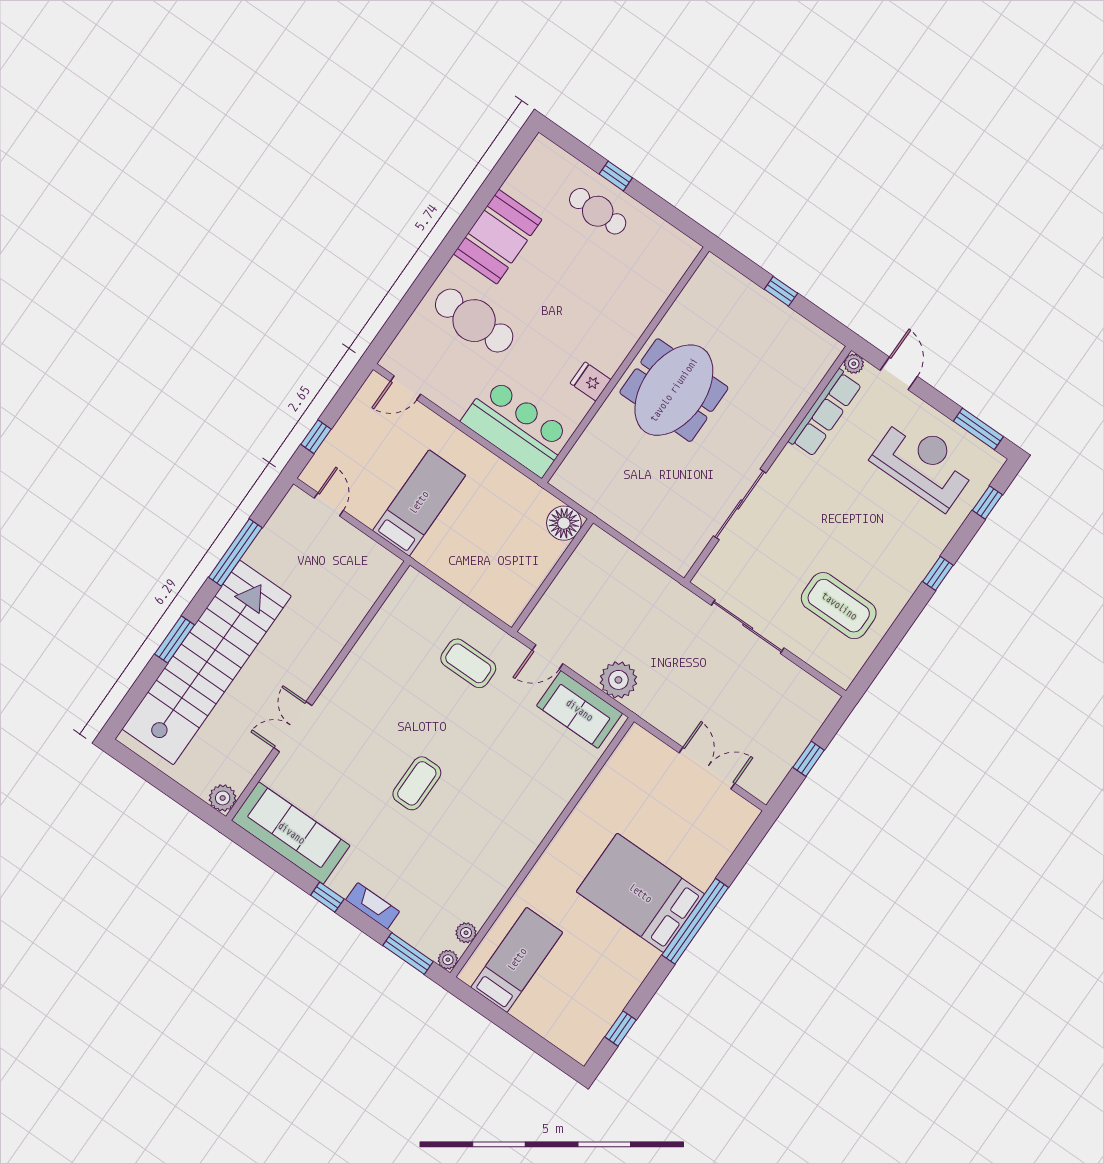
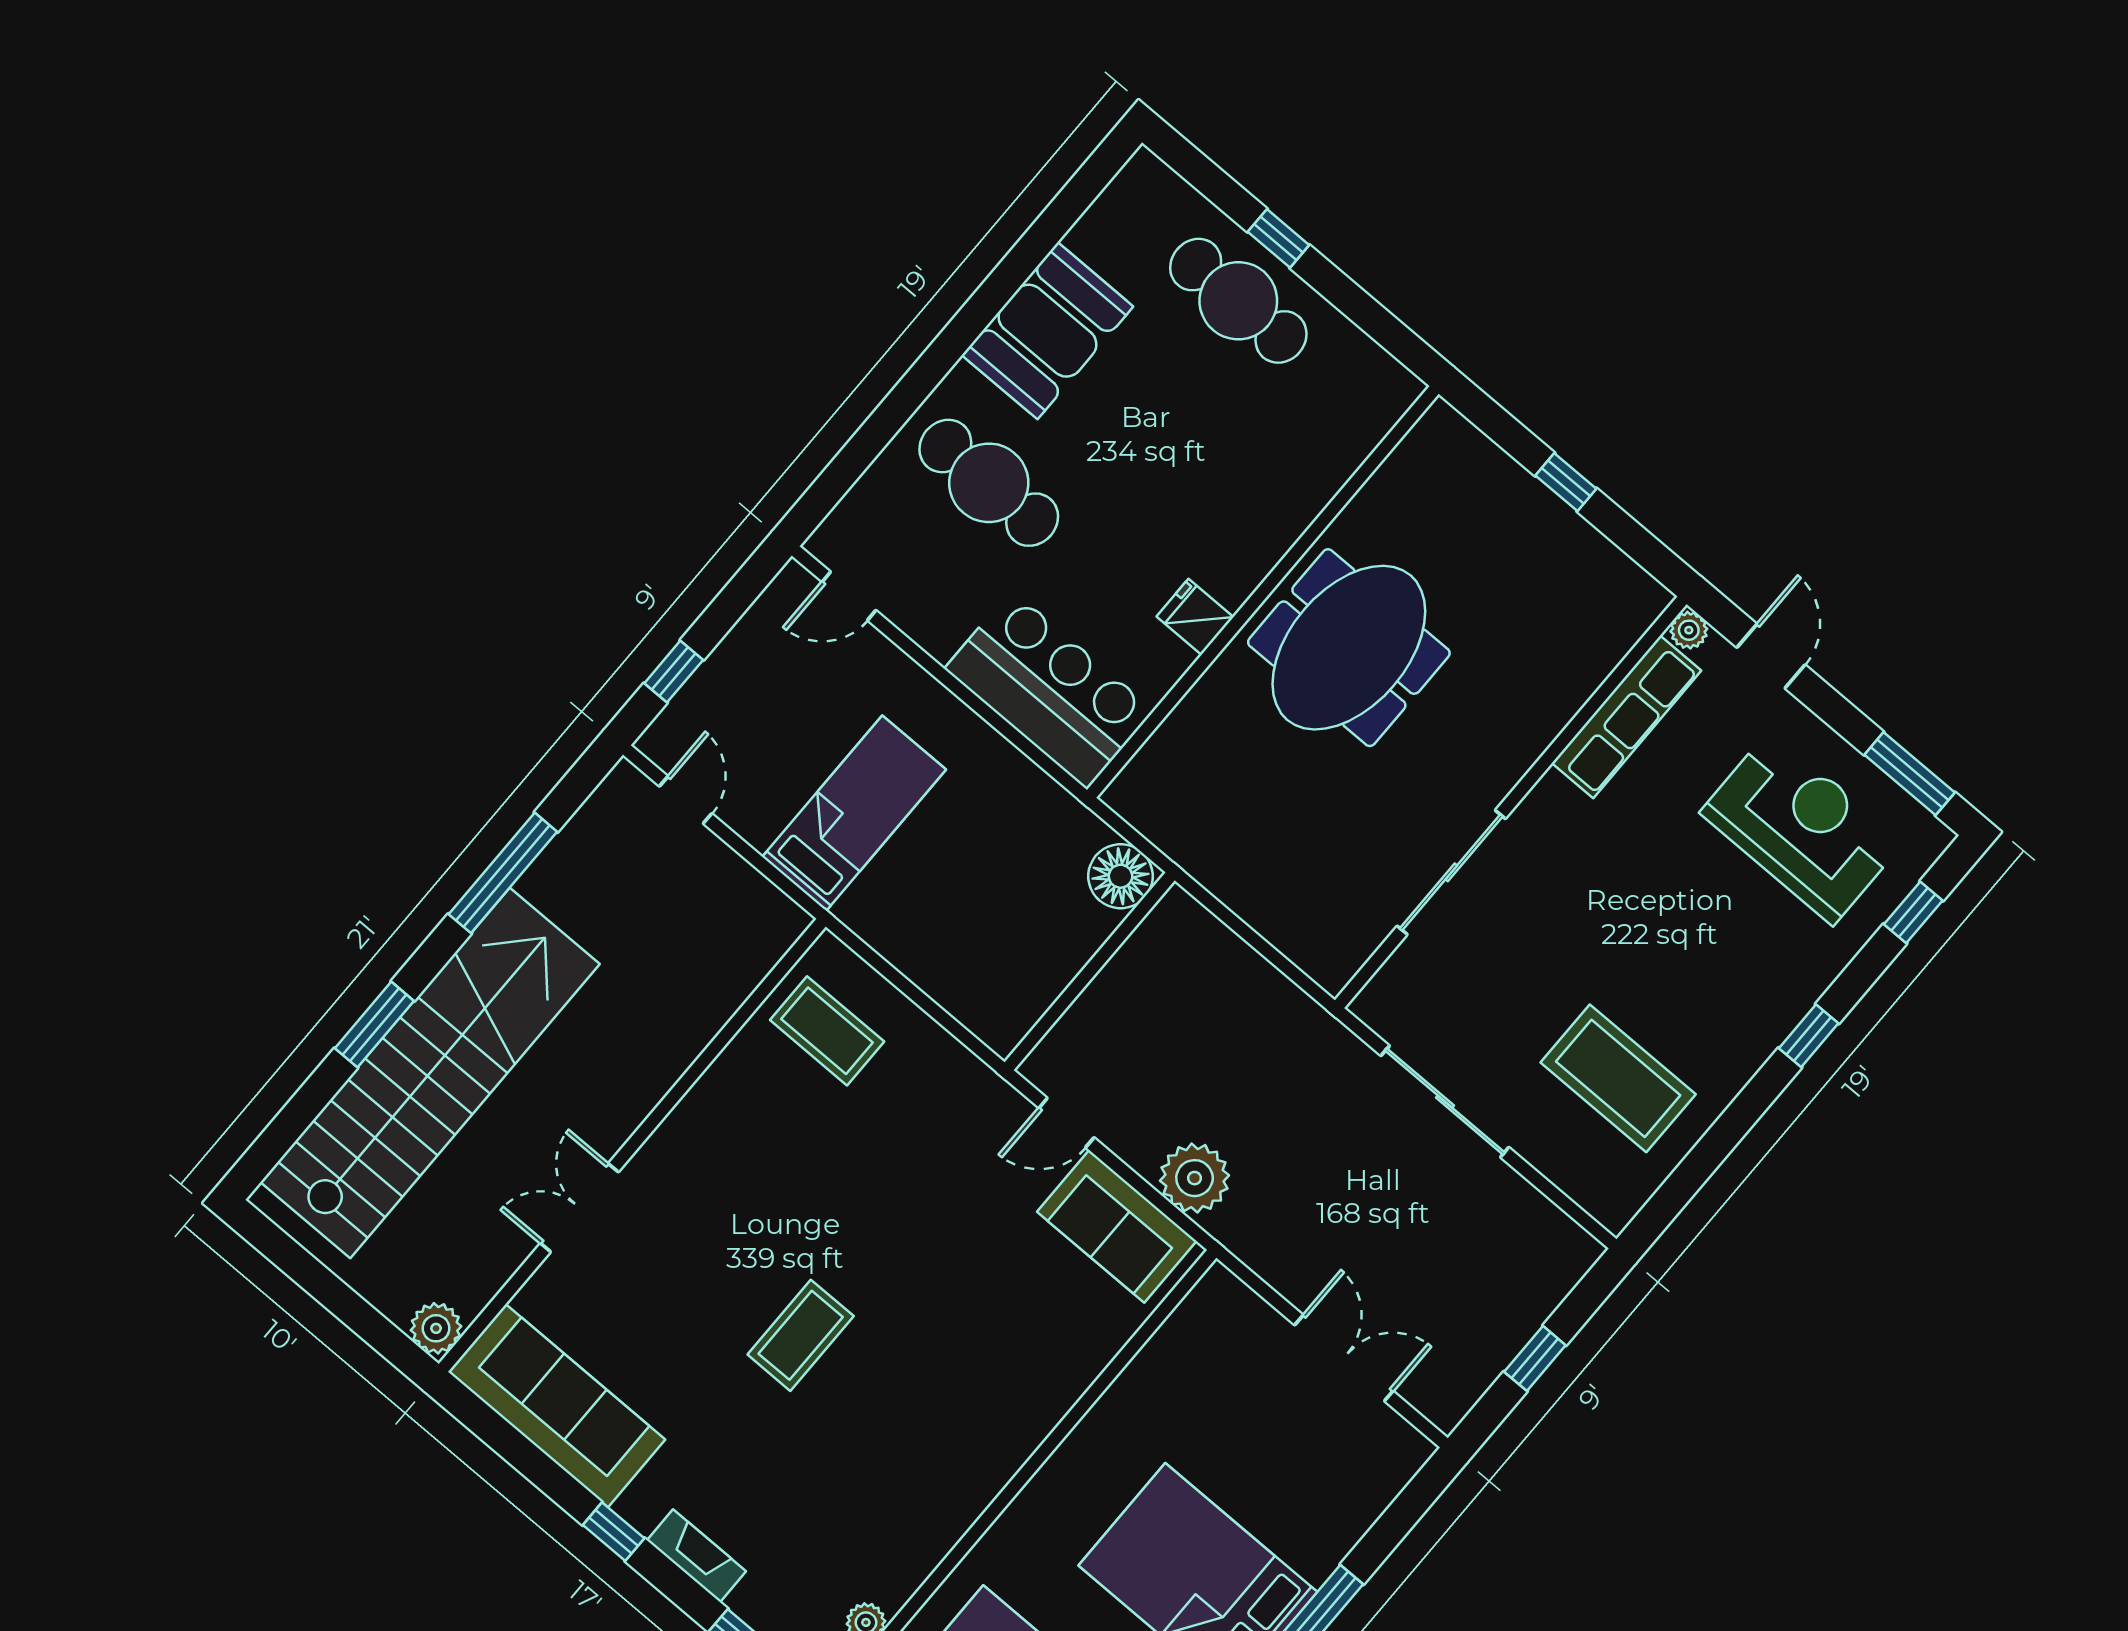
cafe table: (598, 211) -> (1238, 301), width x1.37, depth x1.35
coffee table: (468, 663) -> (827, 1031), moved

